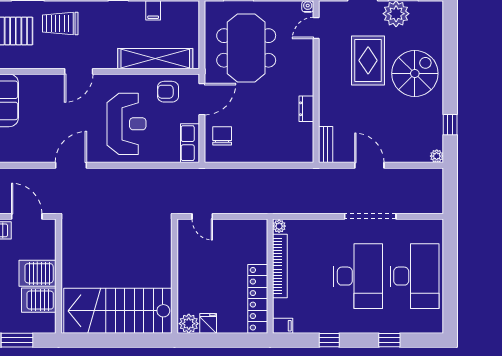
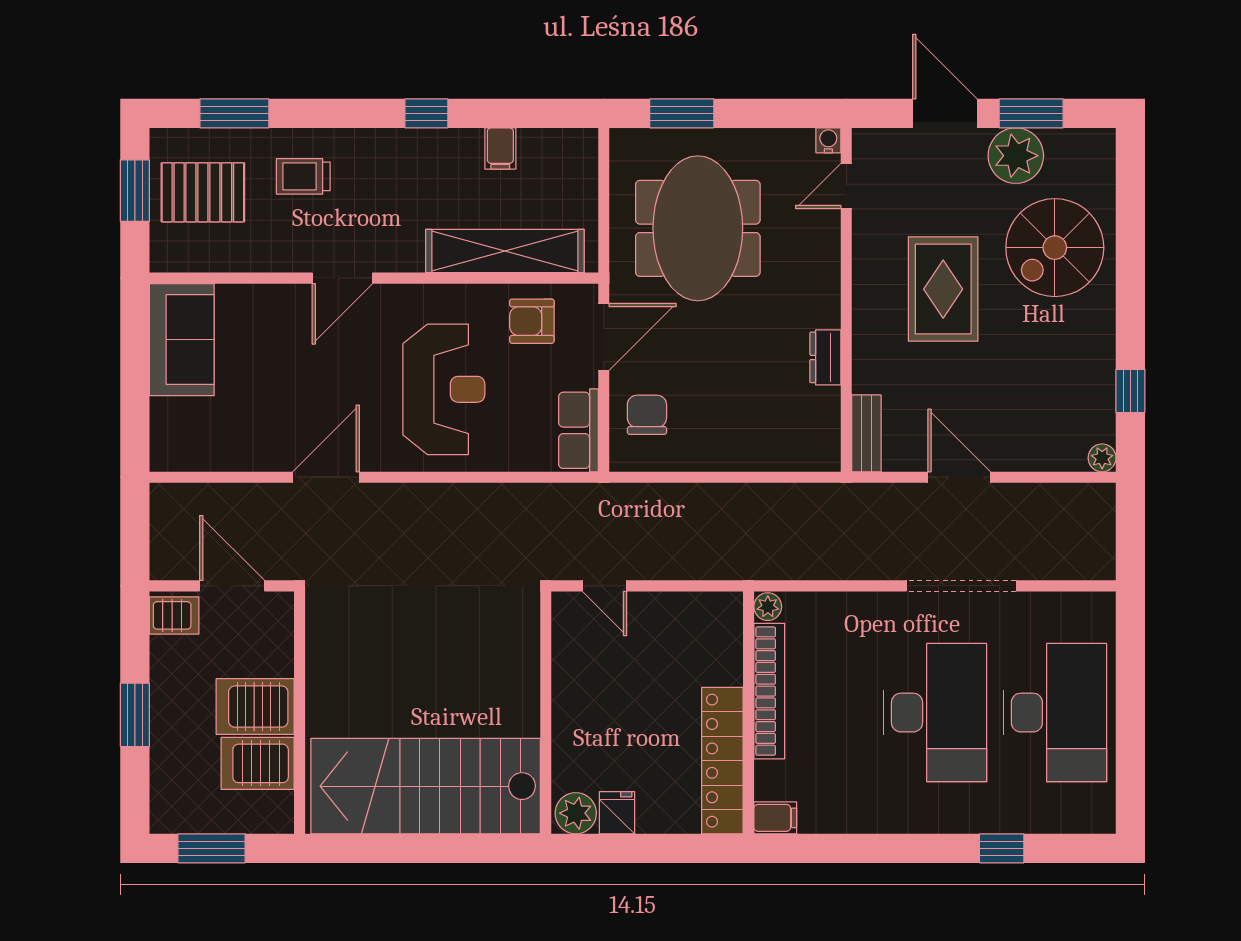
trolley: (60, 23) -> (303, 176), width x0.73, depth x0.72
rug: (368, 60) -> (943, 289), moved
spiral stairs: (415, 73) -> (1055, 248), moved, turned 180
window: (329, 340) -> (874, 848), removed

